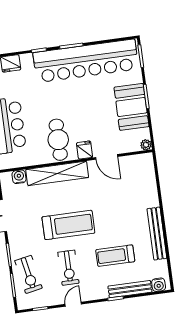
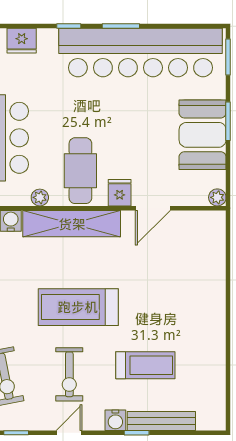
door: (107, 157) -> (153, 208), hinge flipped
plant: (35, 160) -> (40, 197), added
treadmill: (68, 225) -> (78, 307), turned 180
bench: (157, 234) -> (216, 339), removed
treadmill: (115, 256) -> (145, 365), turned 180
water cooler: (159, 285) -> (115, 420), moved

